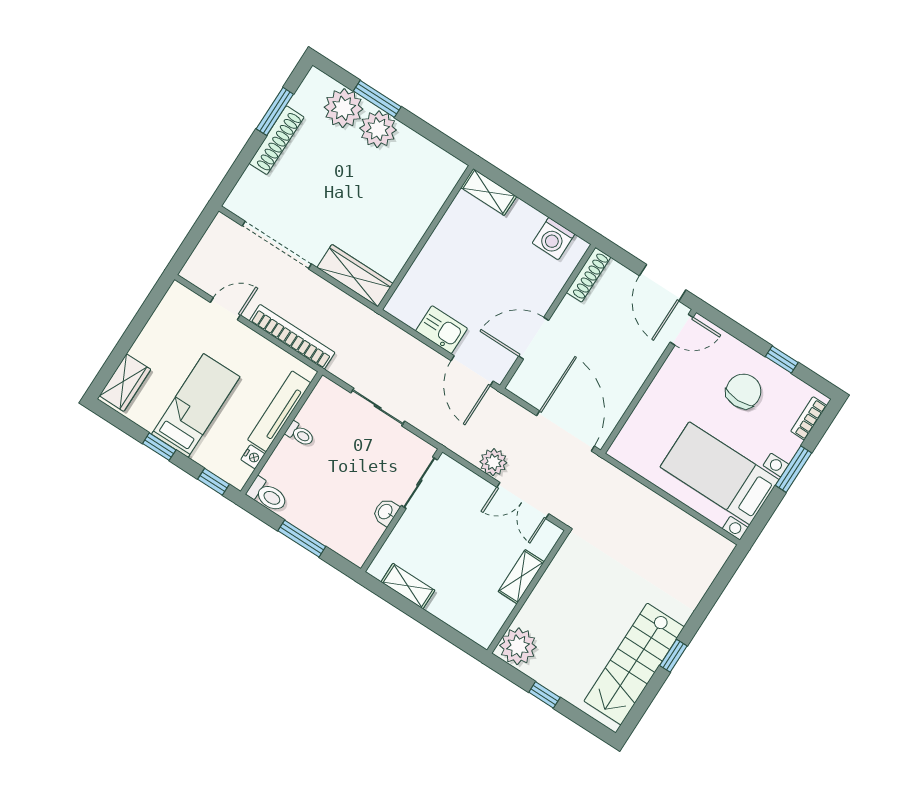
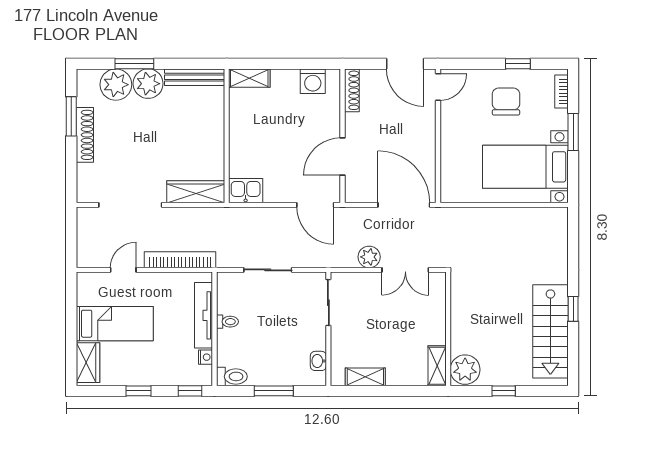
bench: (432, 154) -> (195, 77), added
kitchen sink: (441, 330) -> (246, 191), moved
bed: (196, 405) -> (115, 324), moved, turned 90
washbasin: (386, 512) -> (318, 361), moved
shelving: (521, 577) -> (437, 366), moved

